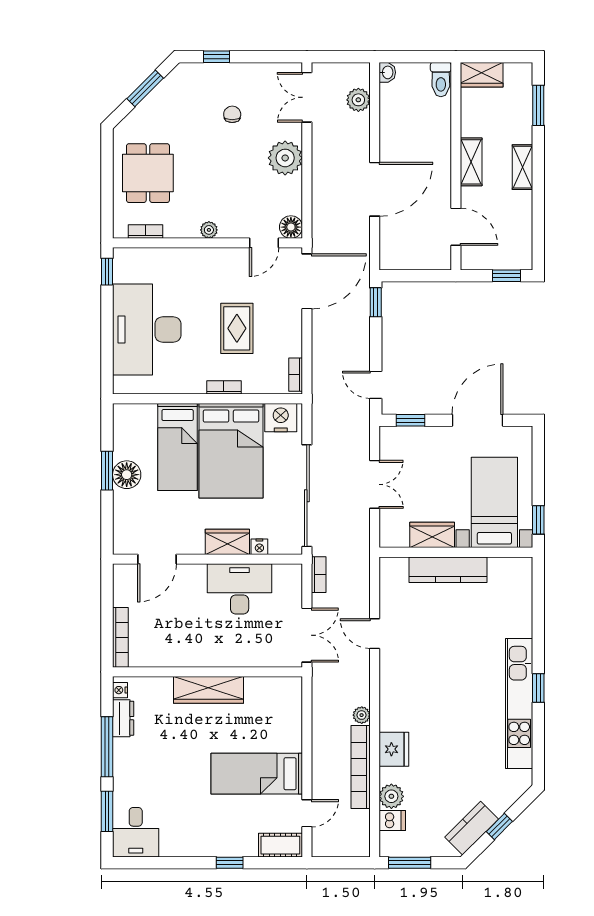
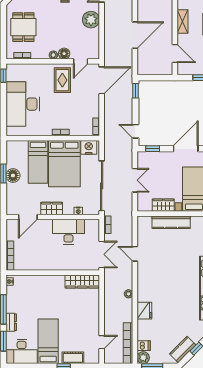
floor lamp: (291, 227) -> (64, 54), moved
rug: (237, 328) -> (62, 80), moved
wardrobe: (227, 542) -> (52, 209), moved
wardrobe: (209, 690) -> (82, 281), moved
dresser: (123, 718) -> (11, 322), moved
bookcase: (361, 767) -> (128, 343), moved
bed: (257, 774) -> (48, 341), moved, turned 90
plant: (391, 796) -> (143, 358), moved
desk: (136, 832) -> (22, 351), width x1.37
cot: (280, 845) -> (73, 358), moved

